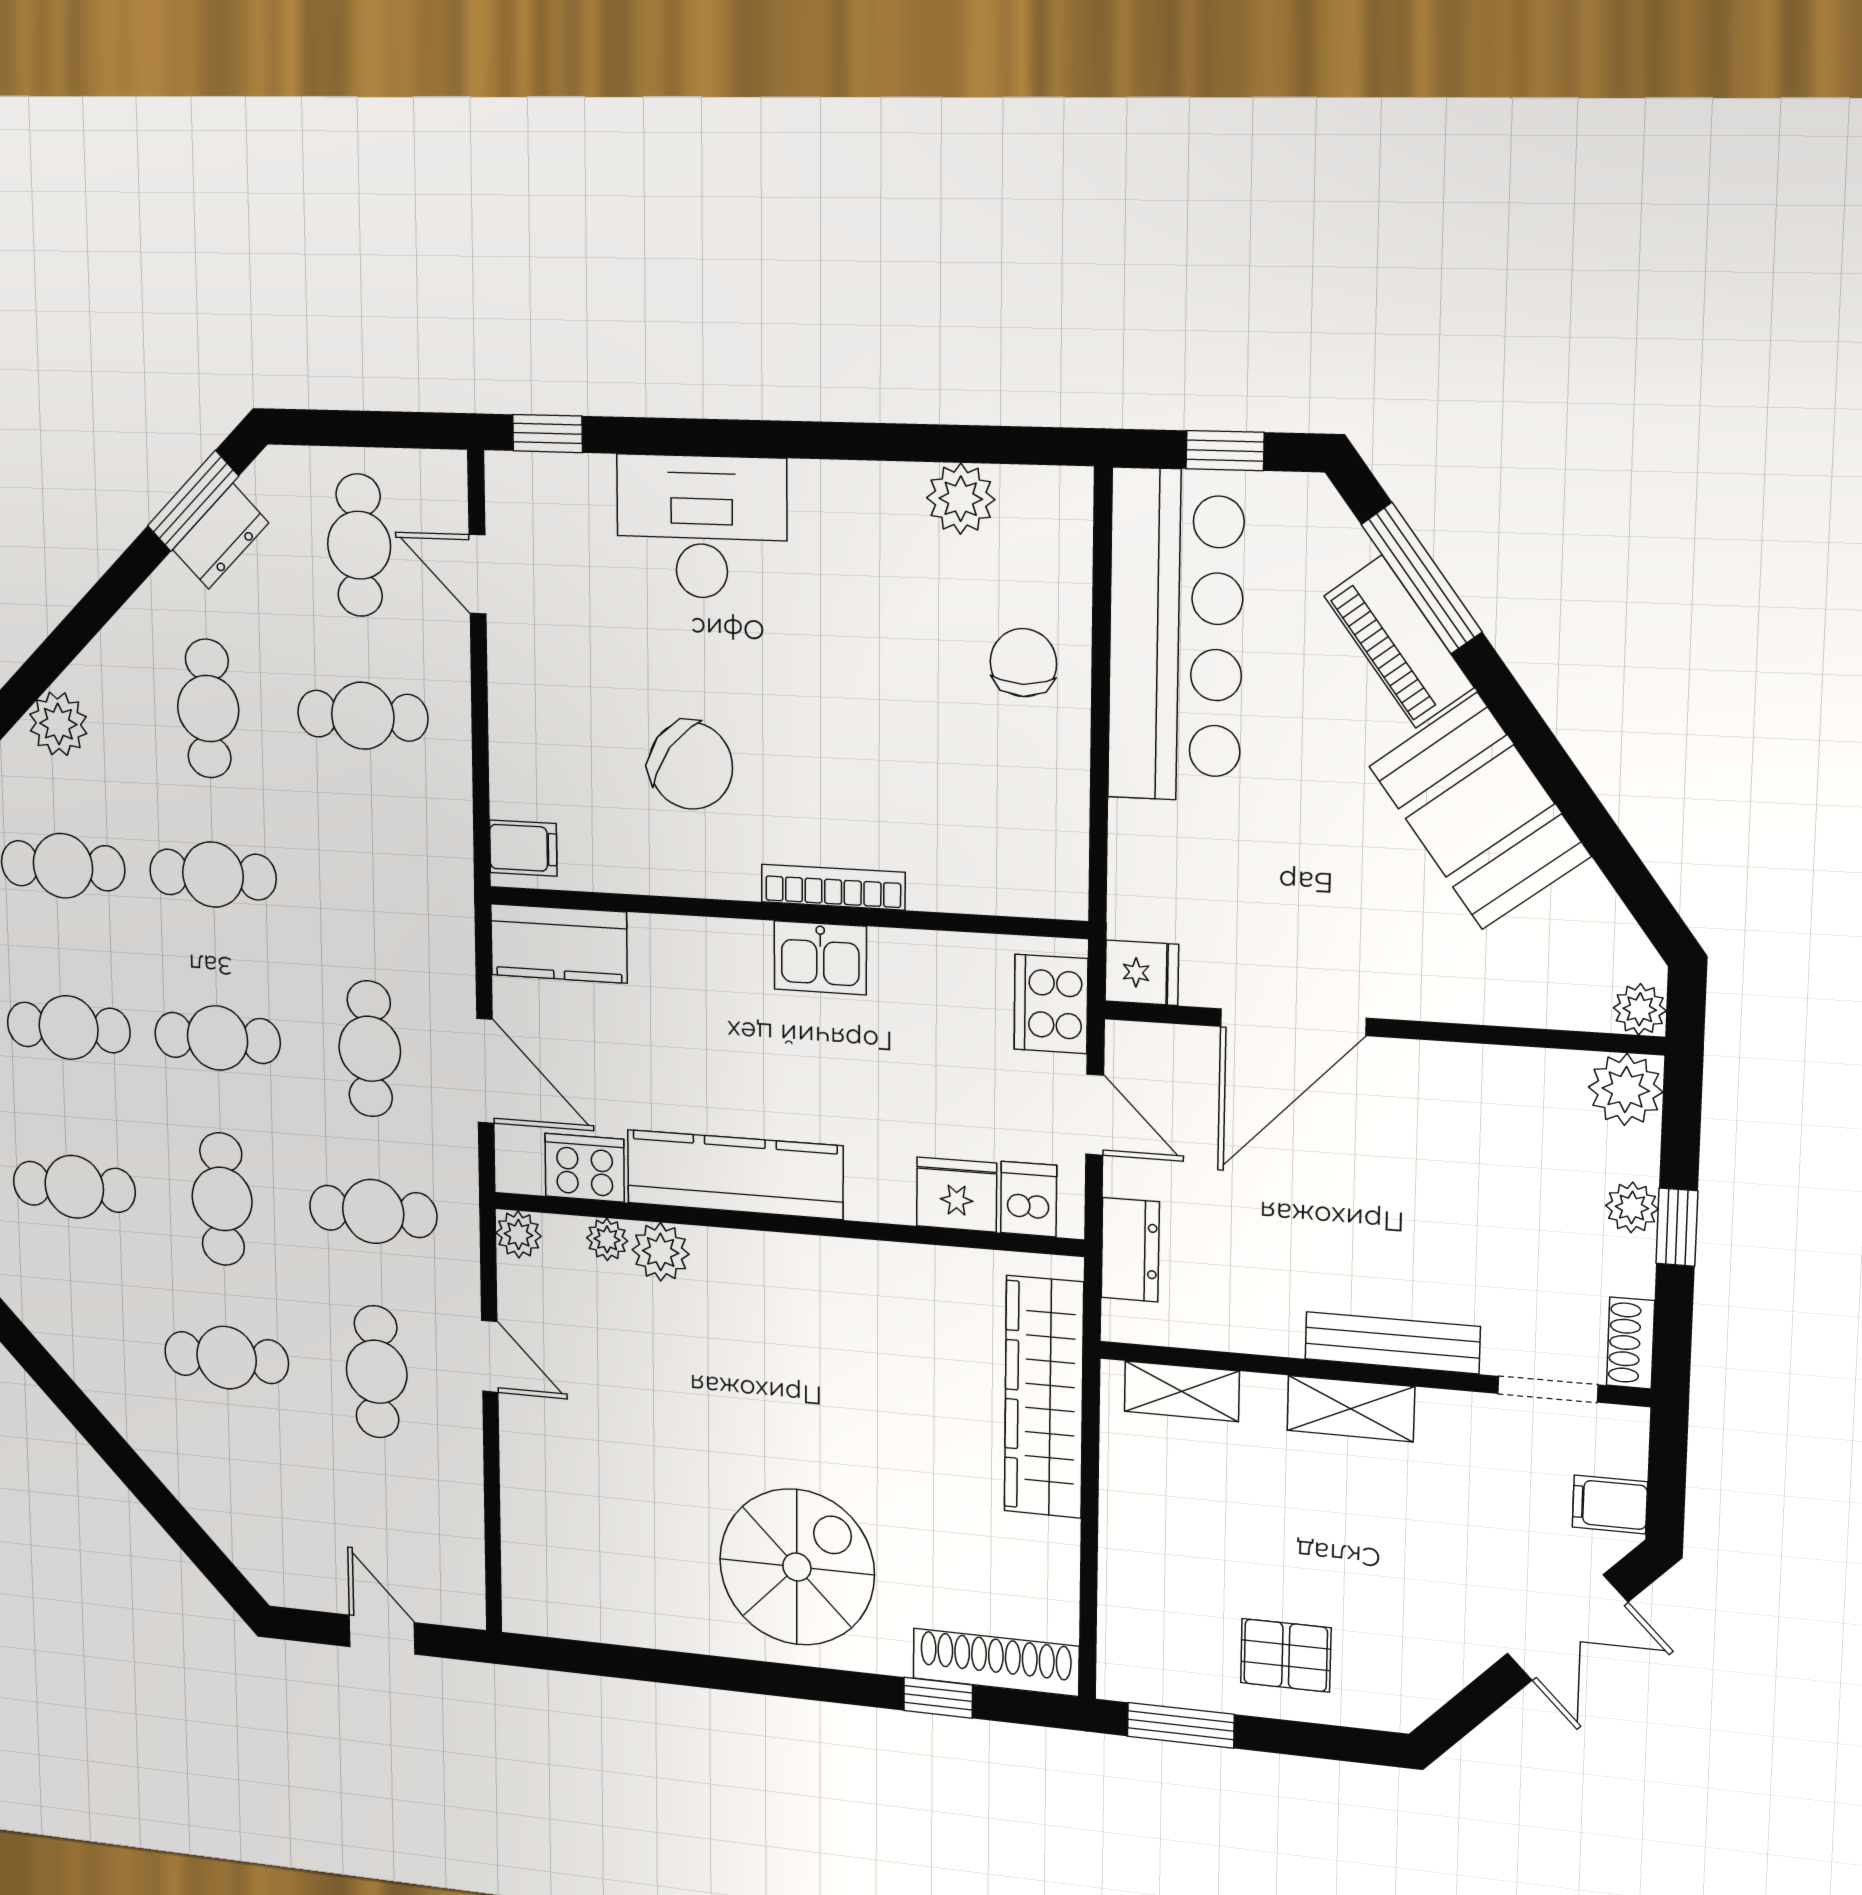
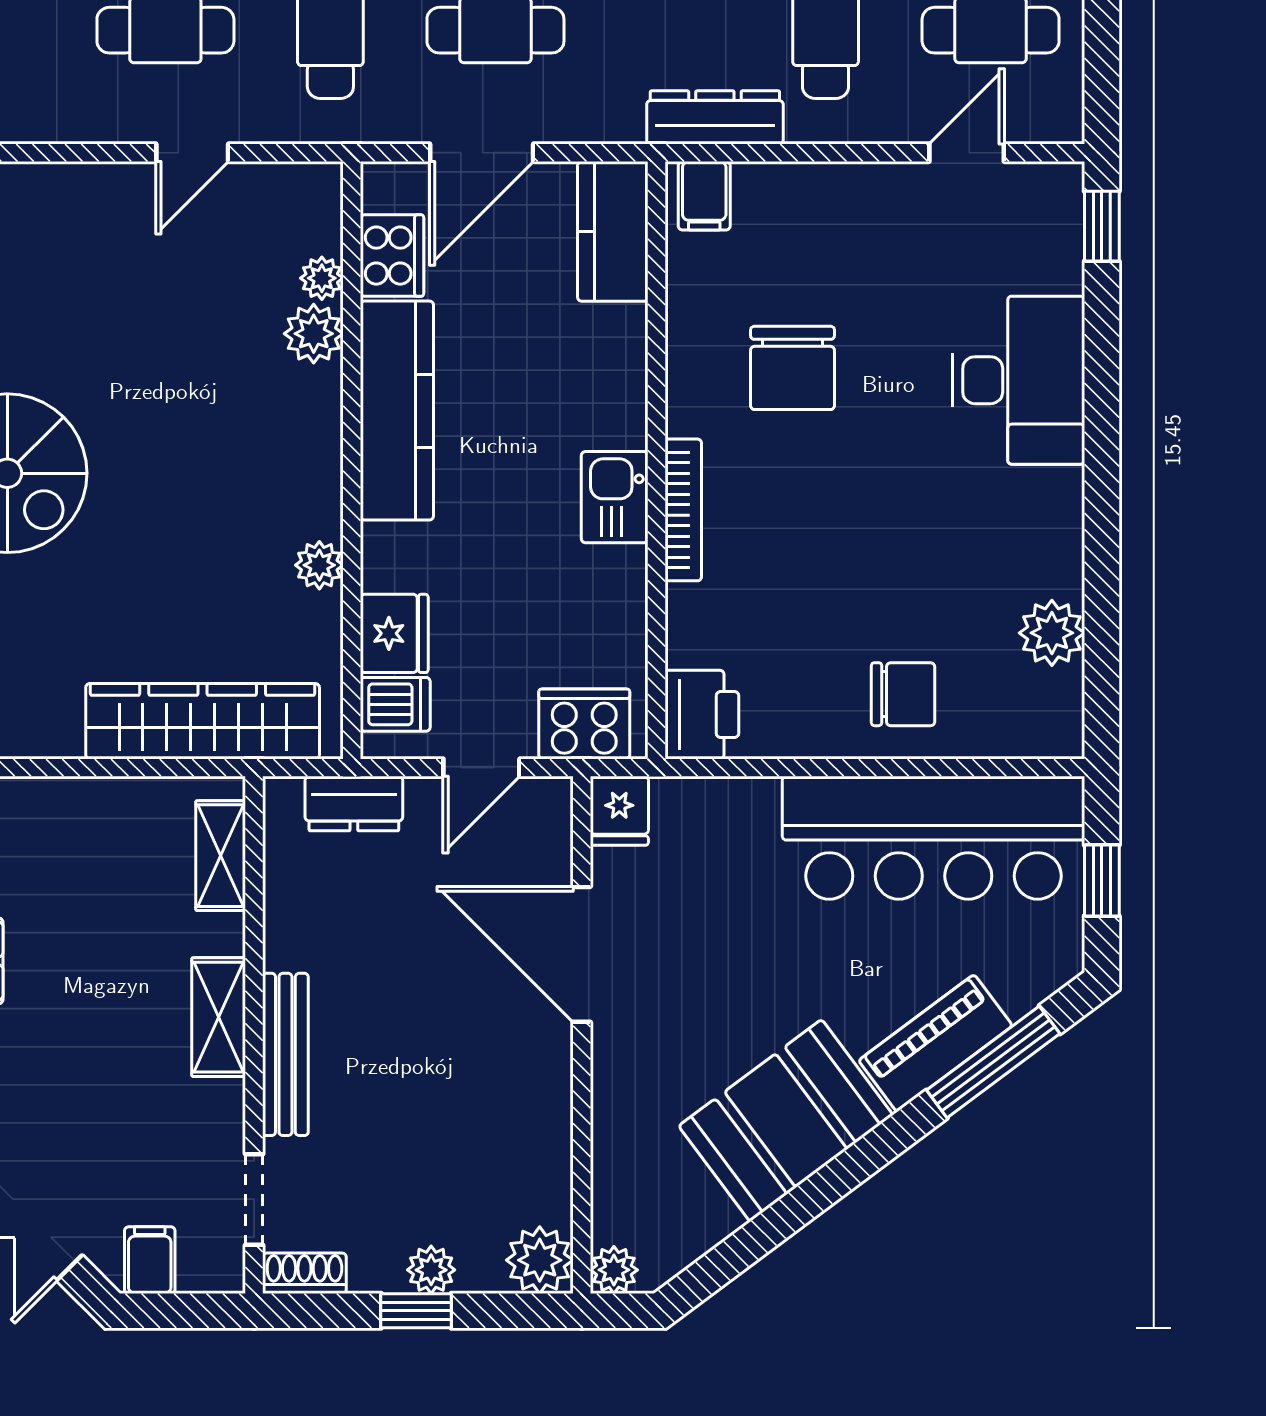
chair: (691, 765) -> (793, 368), turned -37
dresser: (448, 833) -> (715, 117), added
printer: (1042, 879) -> (702, 715), added
plant: (519, 1234) -> (319, 565), moved

